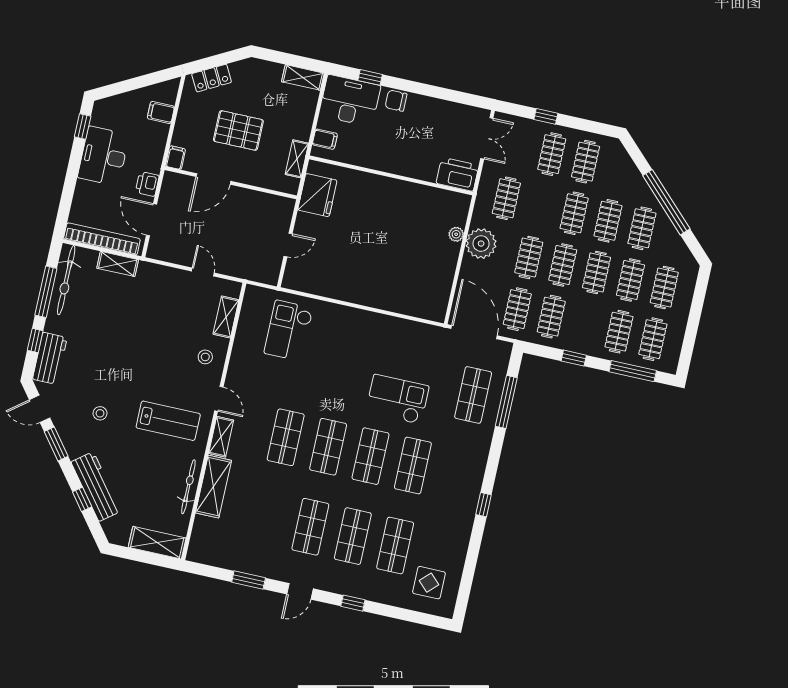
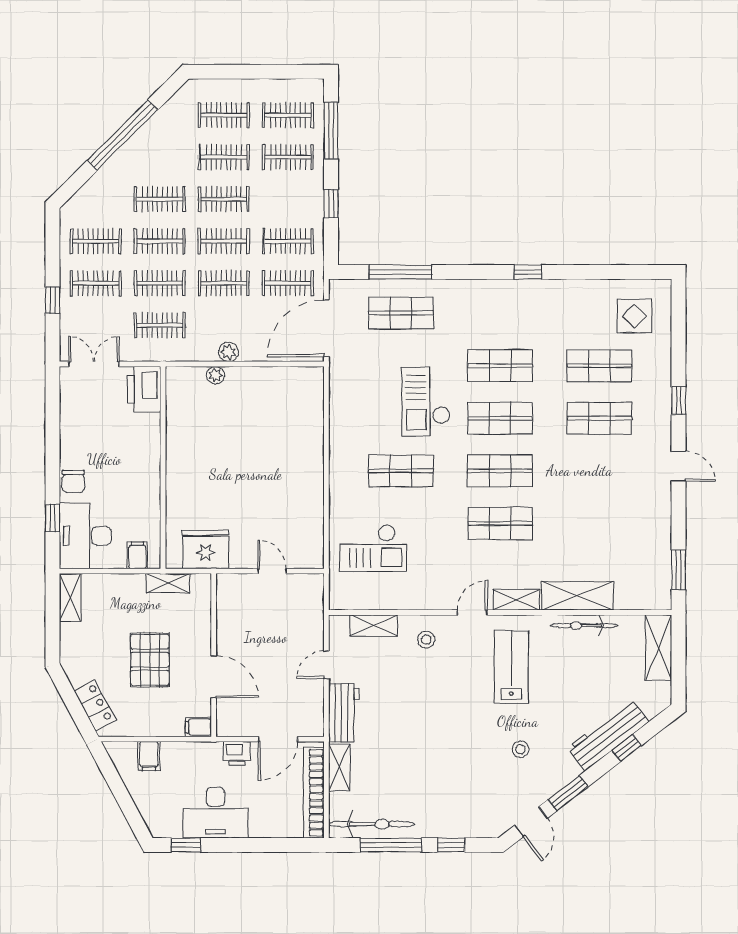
clothes rail: (642, 228) -> (160, 283), moved
plant: (481, 244) -> (228, 352), width x0.53, depth x0.53
workbench: (50, 358) -> (344, 713), moved, turned 90
shop shelf: (310, 527) -> (401, 471), moved
window: (249, 580) -> (678, 570), moved

